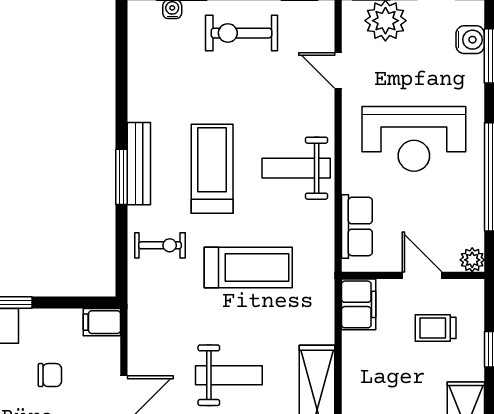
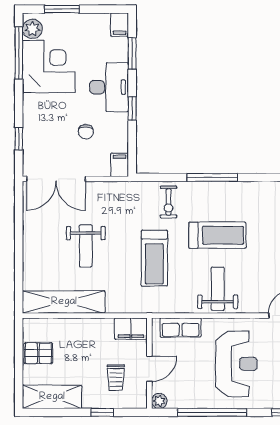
reception desk: (414, 139) -> (236, 364), turned 180
bench: (139, 164) -> (221, 189), removed
window: (122, 177) -> (212, 177), width x1.44
trolley: (436, 328) -> (116, 378), turned 180

